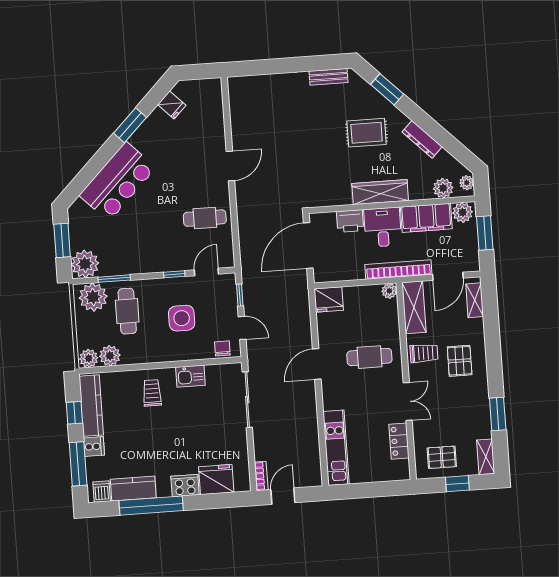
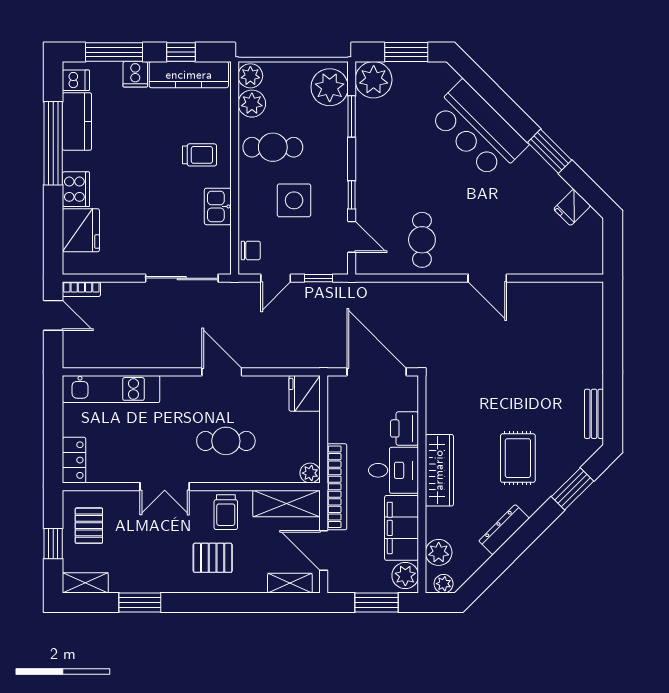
cafe table: (127, 311) -> (273, 147), moved
cafe table: (369, 357) -> (226, 441), turned 90
locker: (399, 441) -> (74, 460), moved, turned 90

